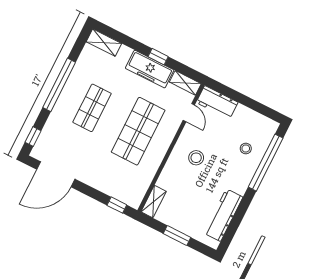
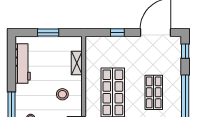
shelving: (154, 202) -> (77, 63), moved
window: (117, 205) -> (117, 33), moved

